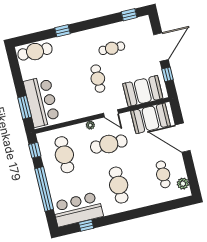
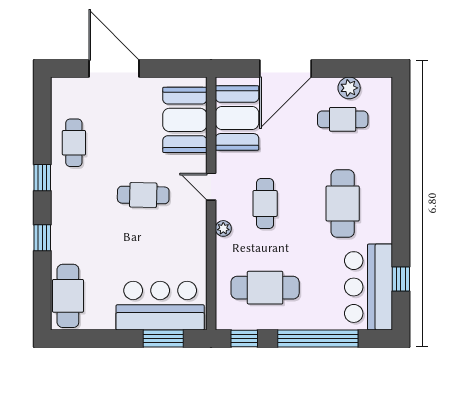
window: (129, 15) -> (42, 178), moved
cafe table: (112, 48) -> (74, 143), moved
window: (168, 74) -> (166, 68), removed
door: (111, 113) -> (211, 187), swing flipped
cafe table: (109, 144) -> (265, 203), width x0.73, depth x0.74
plant: (183, 184) -> (349, 88), moved
cafe table: (119, 185) -> (343, 203), turned 90

